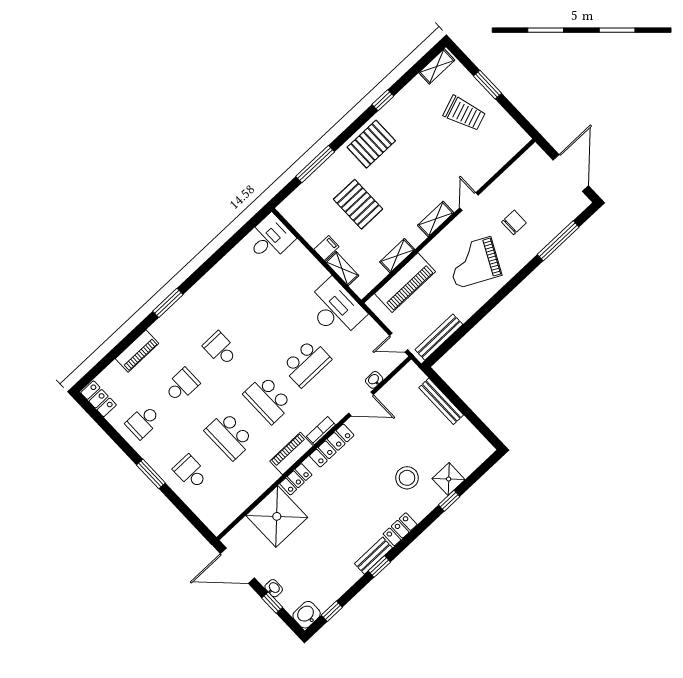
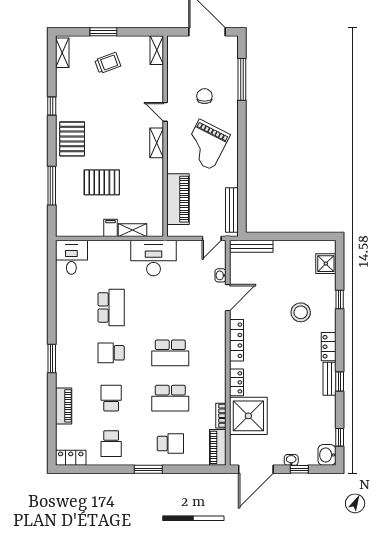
trolley: (464, 113) -> (108, 63), width x0.73, depth x0.72
shelving: (397, 256) -> (157, 50), moved
school desk: (306, 363) -> (111, 307), moved
bench: (441, 401) -> (251, 246), moved
bookcase: (321, 431) -> (221, 416), moved
piano: (292, 453) -> (218, 447), moved
school desk: (191, 472) -> (170, 444), turned 180
shower: (449, 479) -> (326, 264), moved

